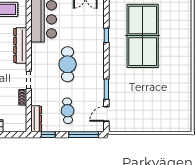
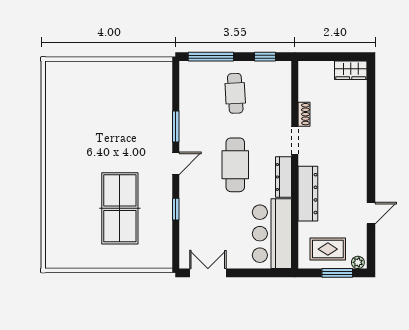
table tennis table: (143, 36) -> (120, 208), width x0.73, depth x0.76
door: (106, 114) -> (176, 163), moved
dresser: (36, 119) -> (283, 177), moved

